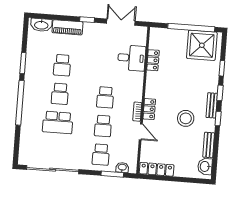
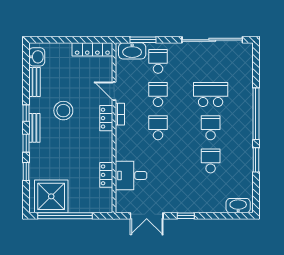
piano: (68, 27) -> (208, 205), removed
washbasin: (122, 167) -> (132, 51), width x1.91, depth x1.45

